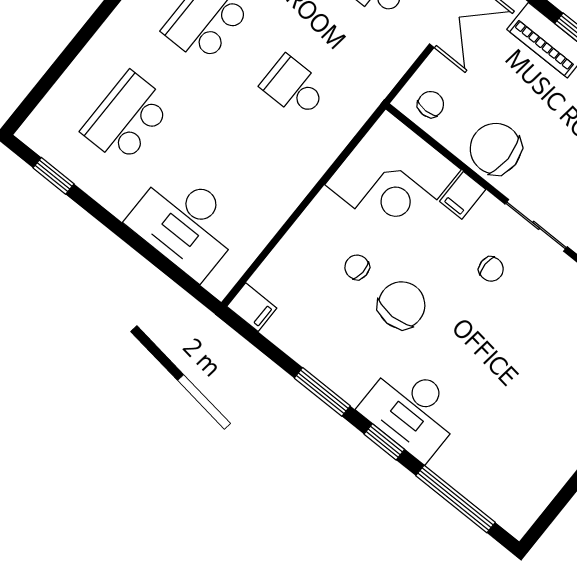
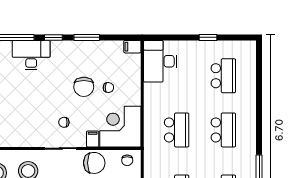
school desk: (294, 87) -> (177, 130), width x1.85
window: (53, 176) -> (208, 37), moved
desk: (186, 223) -> (160, 61), moved, turned -90
desk: (412, 410) -> (31, 55), moved

